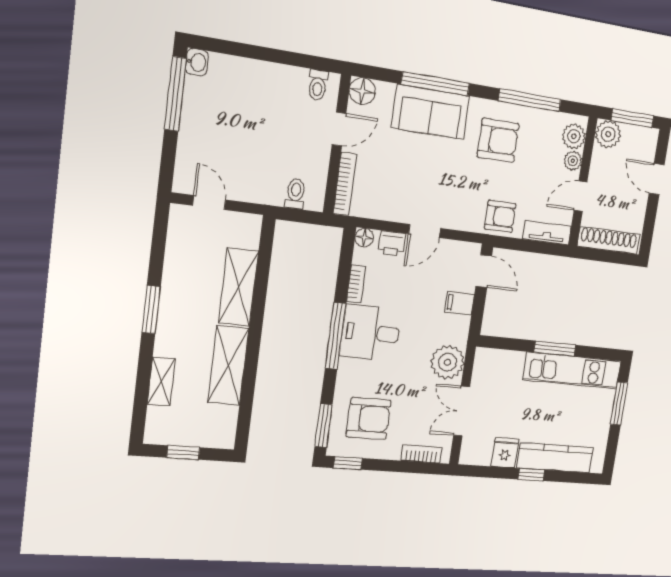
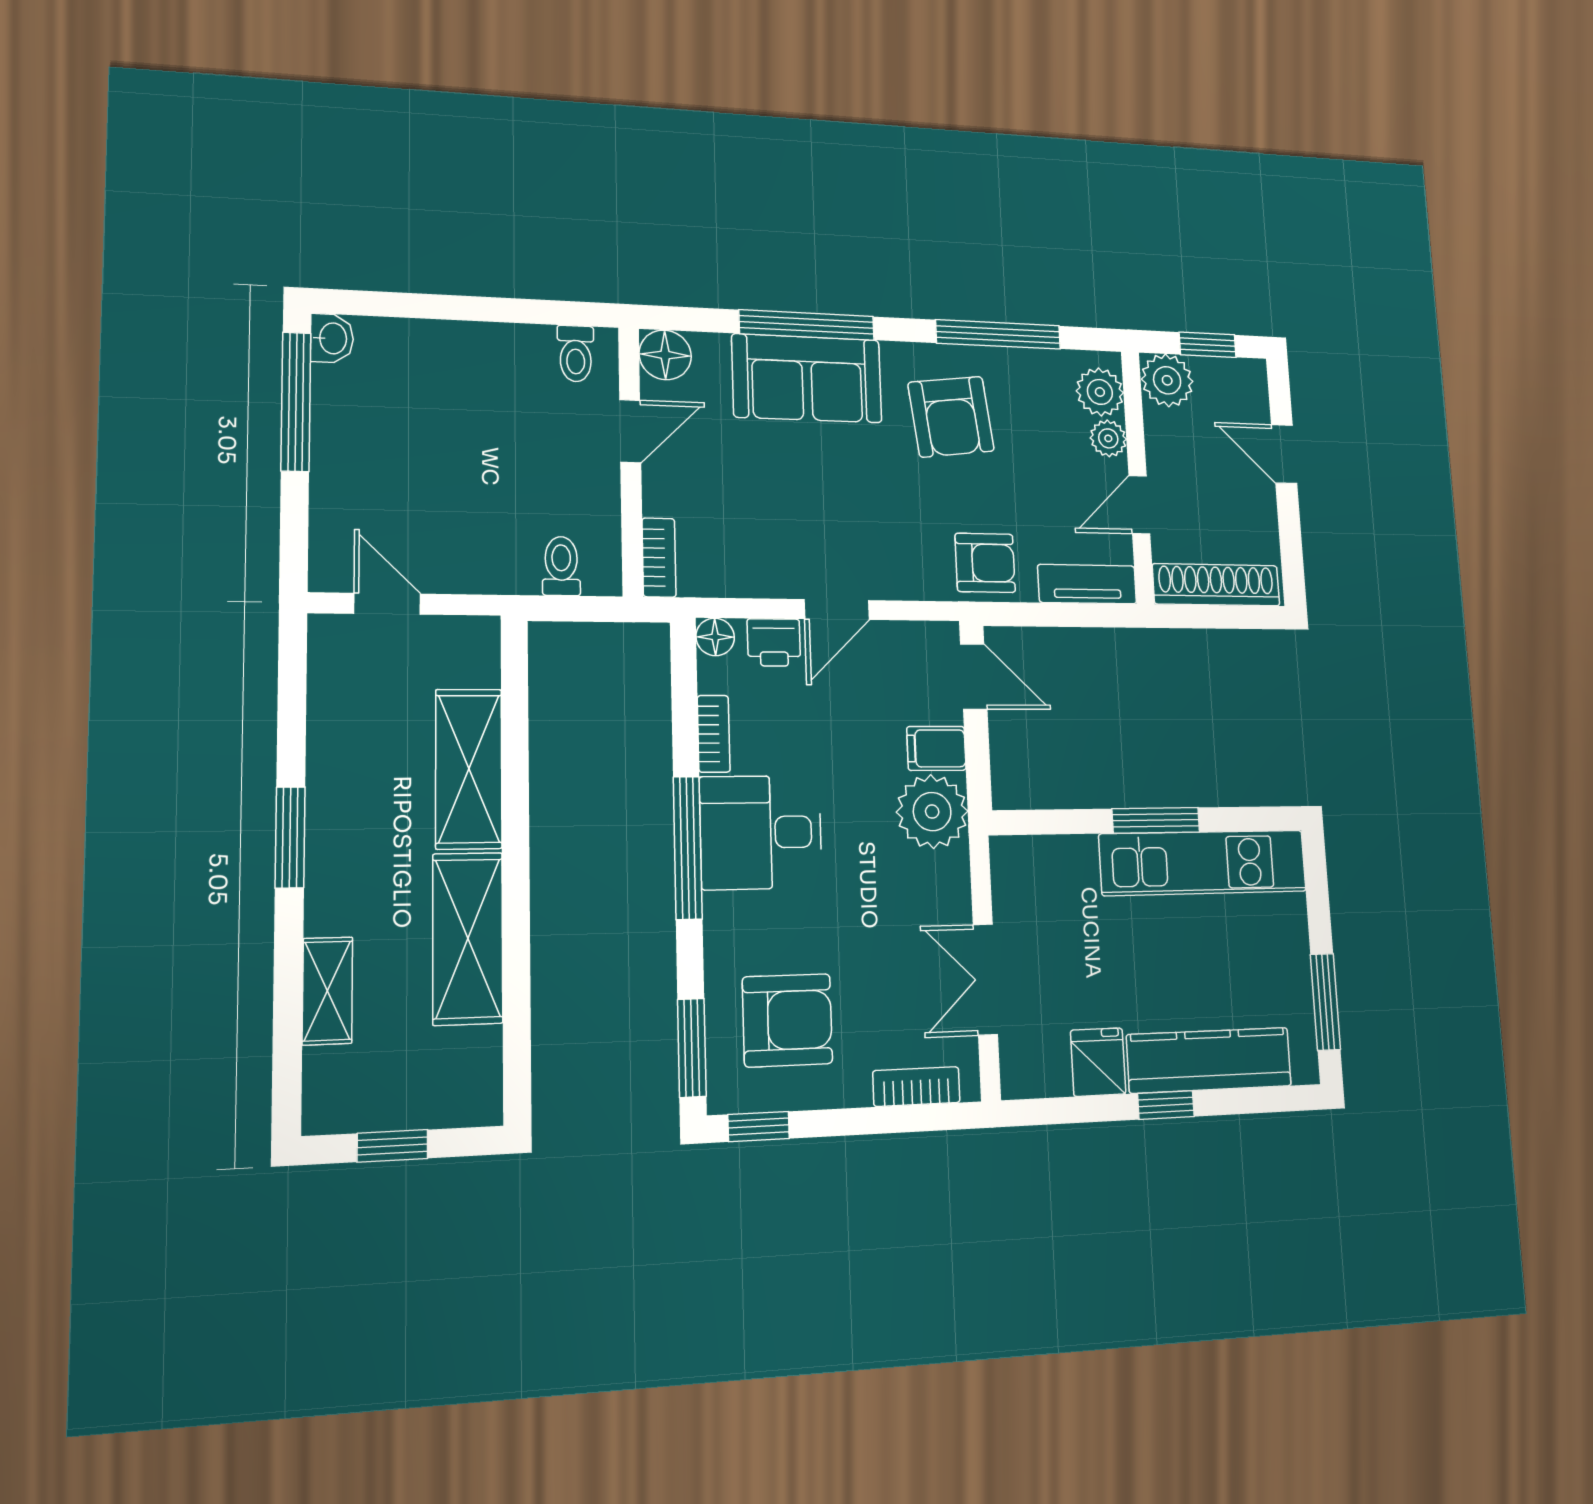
window: (632, 118) -> (1208, 345), width x0.67
armchair: (498, 140) -> (951, 417), turned 83
bookcase: (345, 184) -> (659, 558), width x0.64
plant: (448, 362) -> (932, 812), moved
window: (619, 404) -> (1325, 1002), moved

